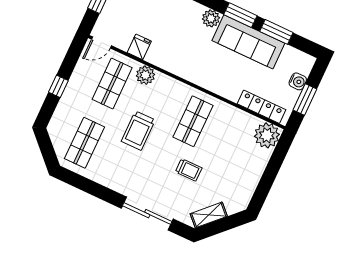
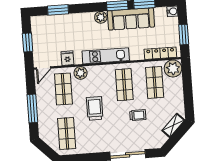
kitchen unit: (190, 71) -> (106, 56), added
water cooler: (298, 81) -> (172, 11), moved
window: (58, 86) -> (32, 109), width x2.17
trolley: (138, 131) -> (95, 108), turned 180
shop shelf: (234, 140) -> (155, 82), added
shelving: (209, 215) -> (173, 125), moved

